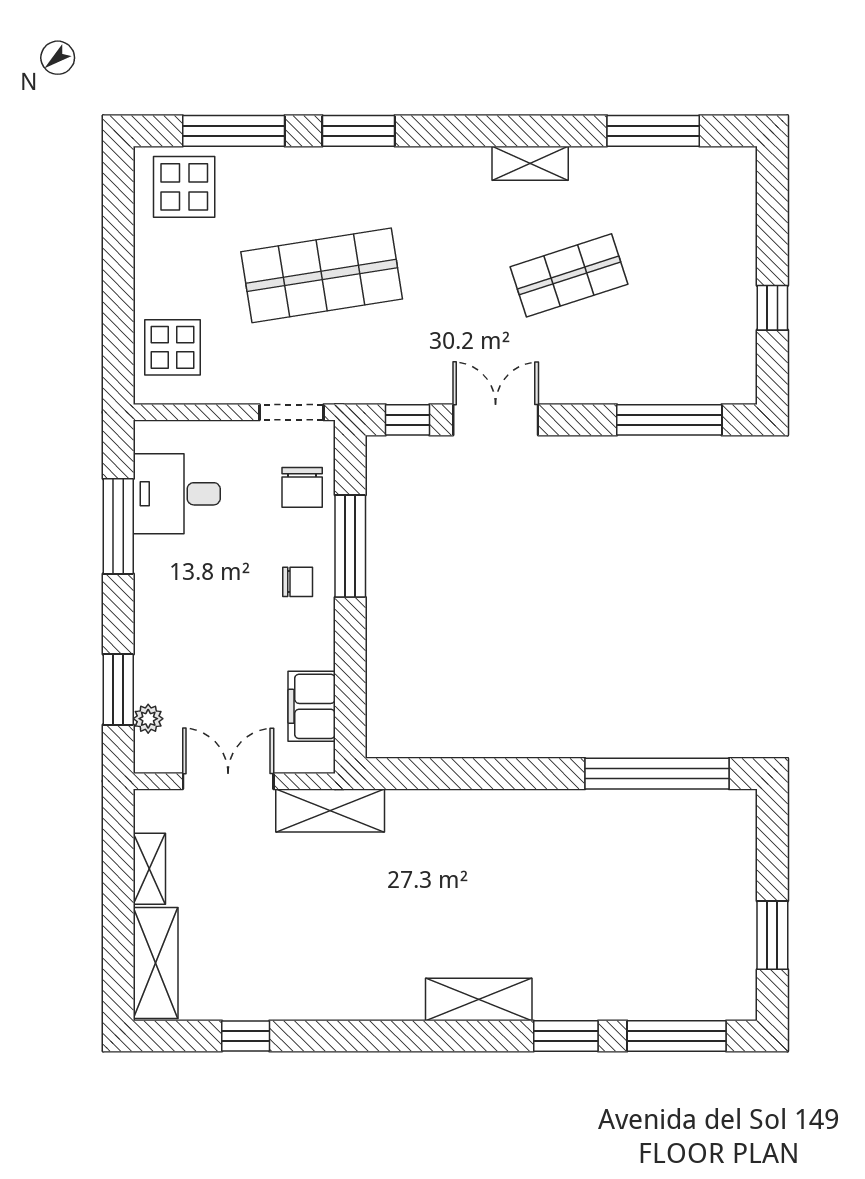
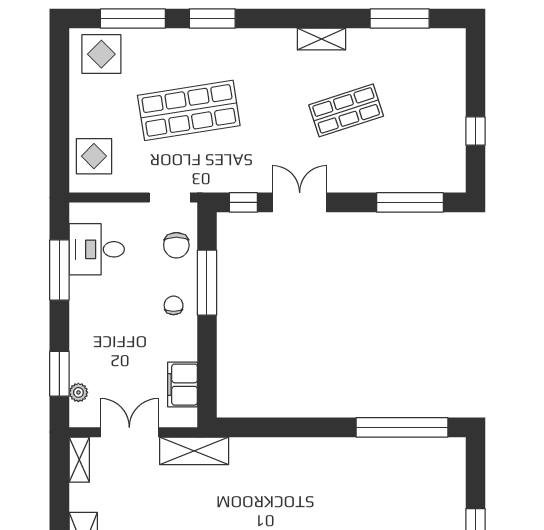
chair: (298, 582) -> (174, 305), turned -90
shelving: (149, 869) -> (79, 460), moved

